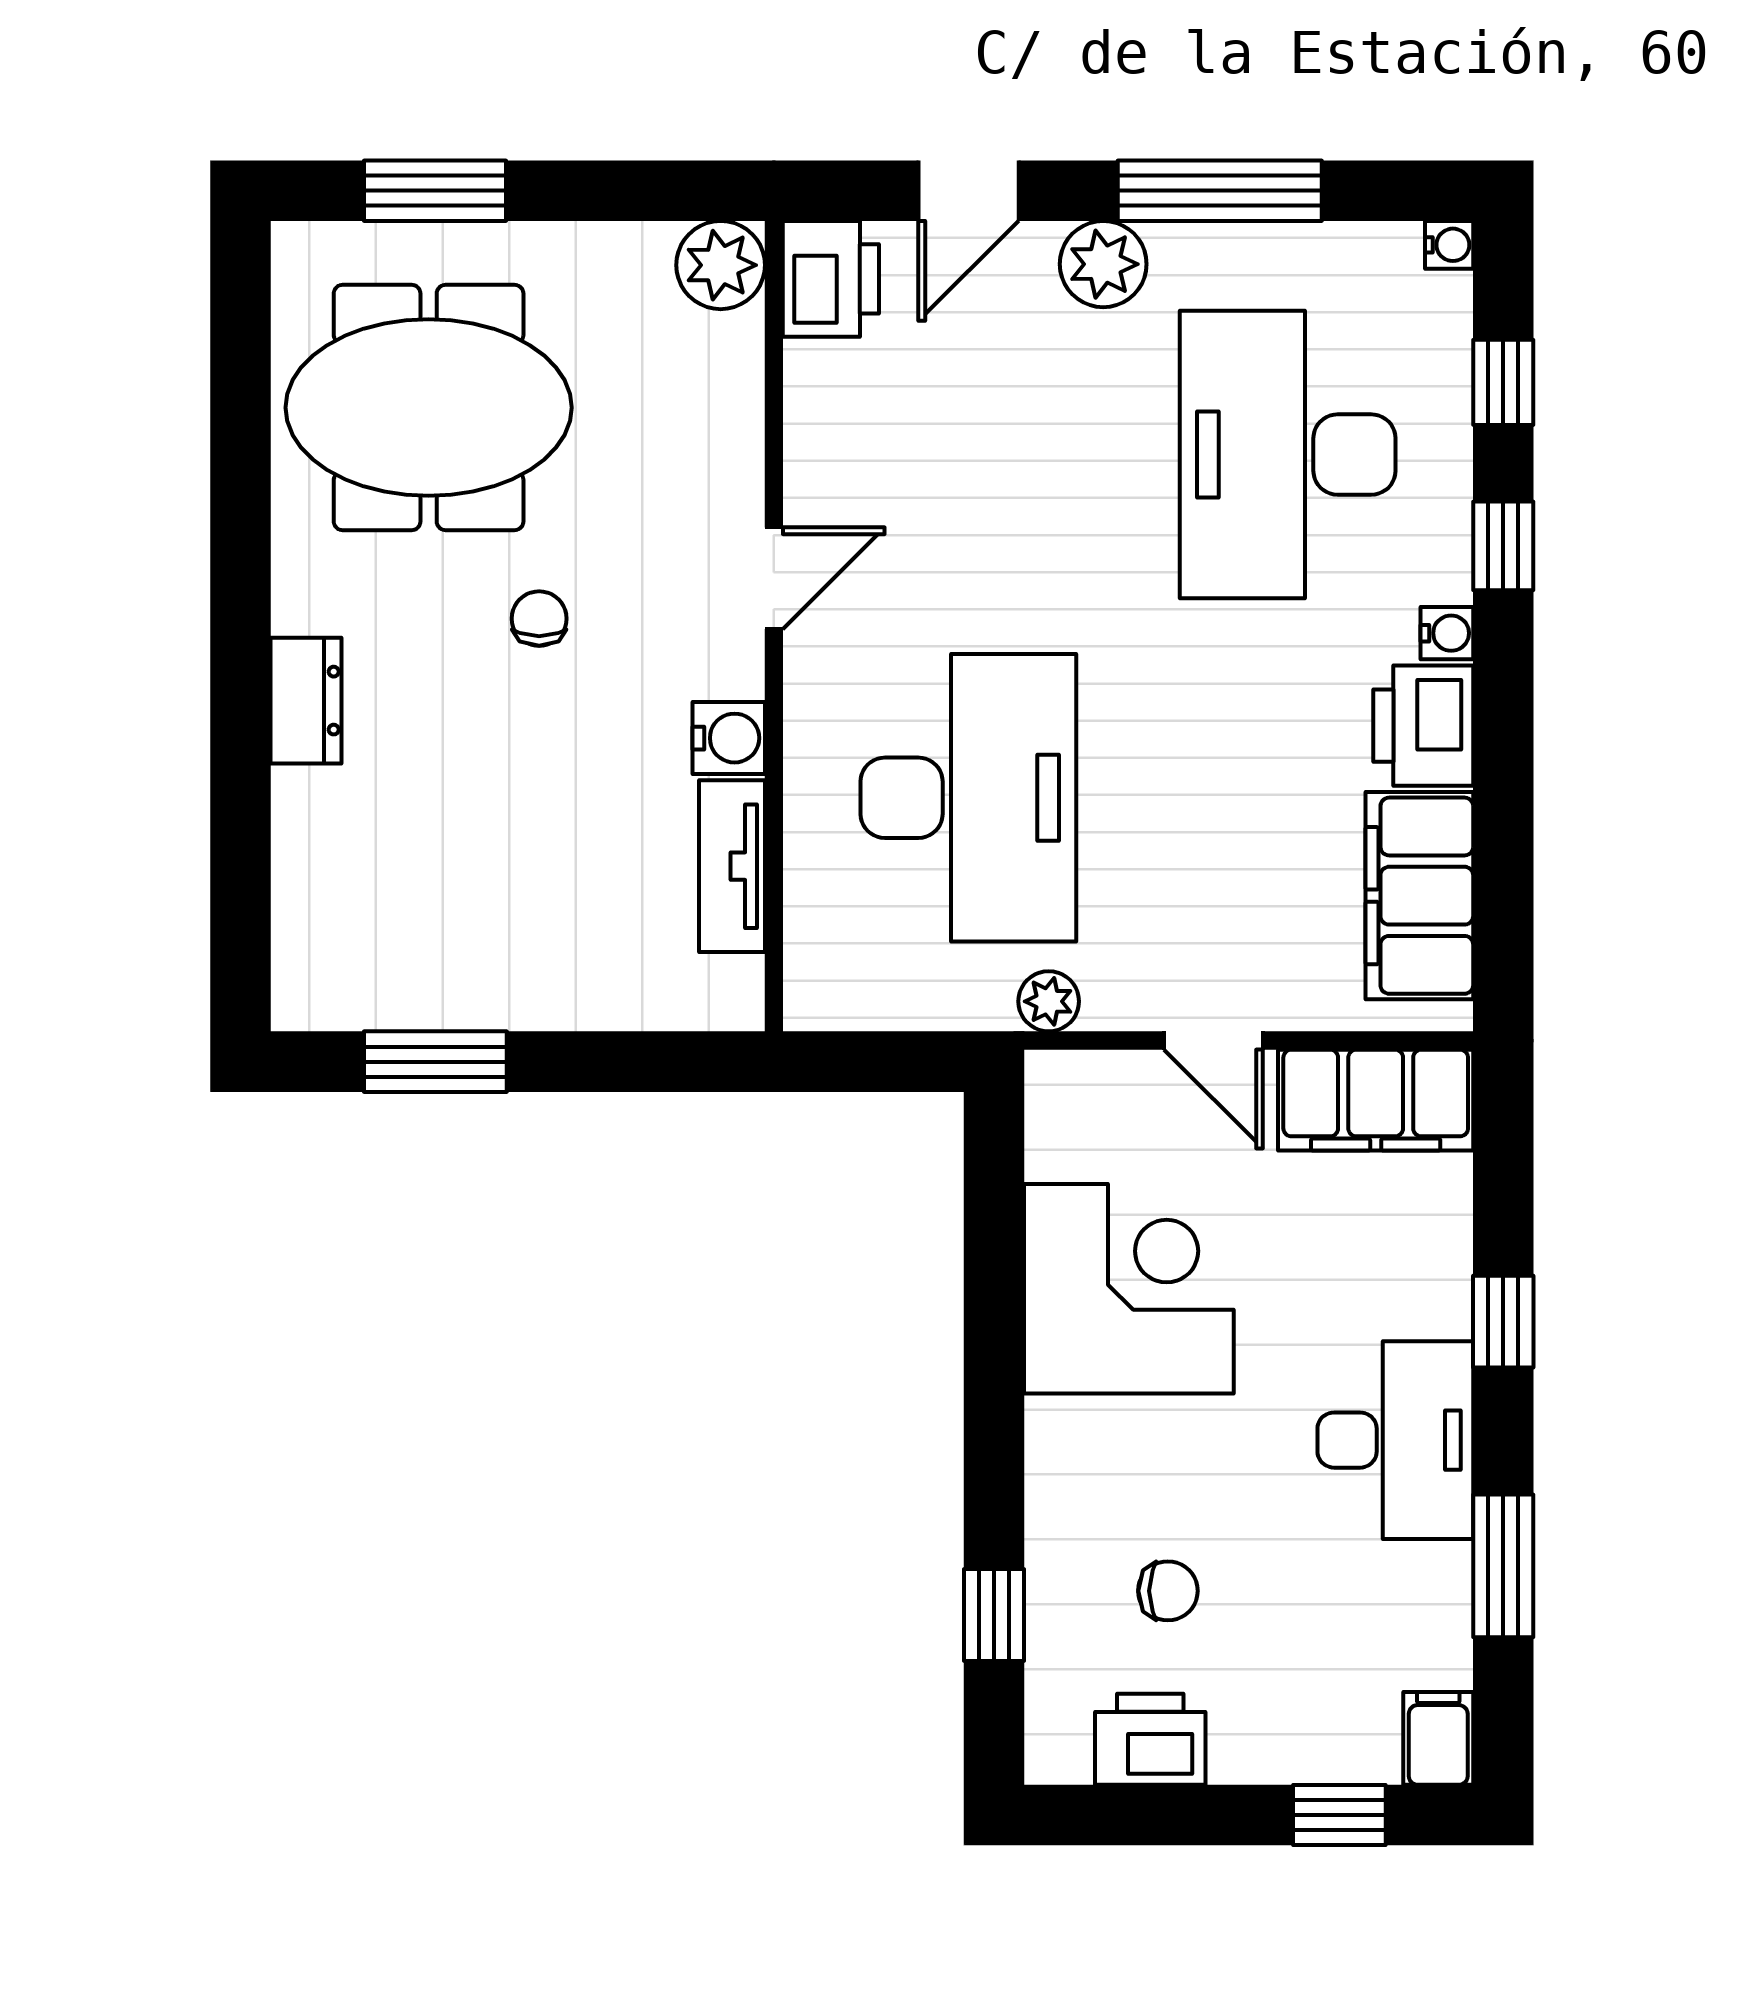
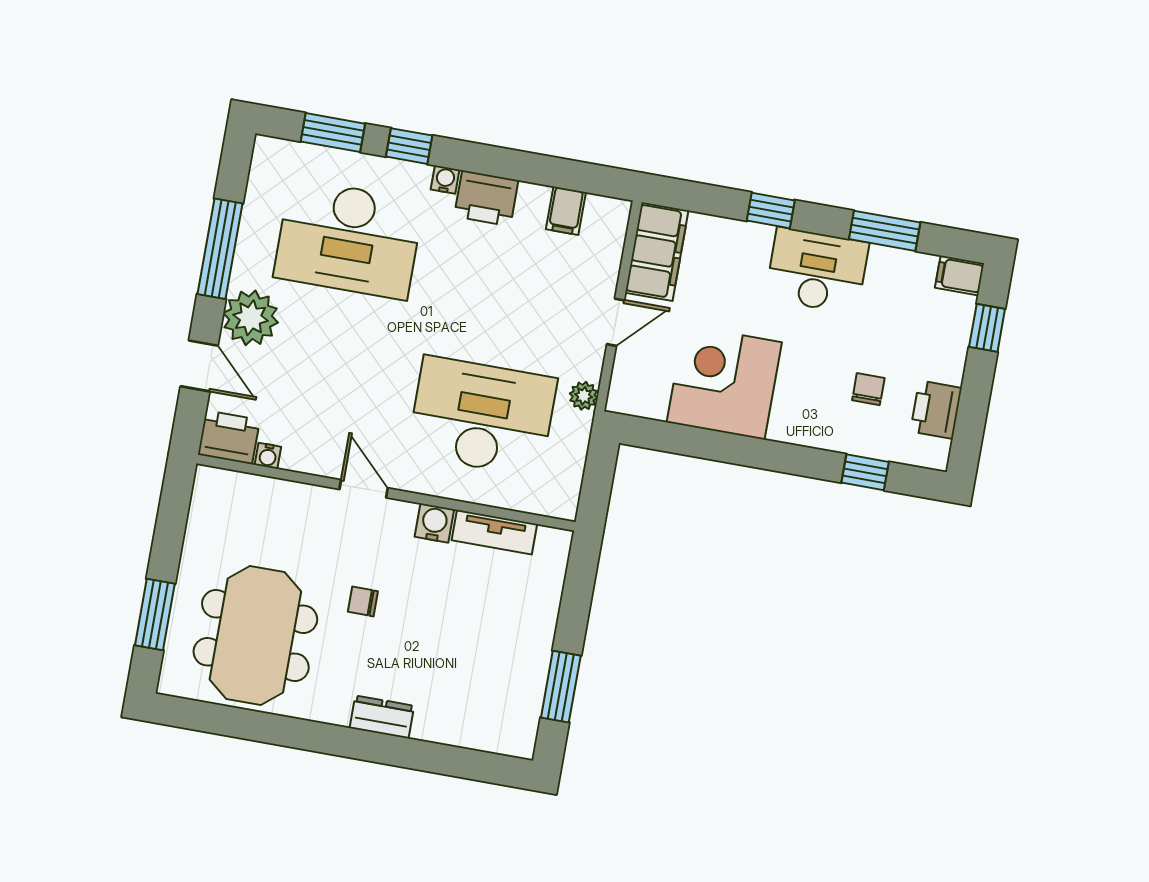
water cooler: (1449, 245) -> (268, 456), moved, turned 180
plant: (1103, 264) -> (251, 318), width x1.36, depth x1.36
plant: (721, 265) -> (213, 488), removed
window: (1503, 382) -> (333, 133), width x1.50
filing cabinet: (1419, 896) -> (566, 211), width x0.33, depth x0.86

